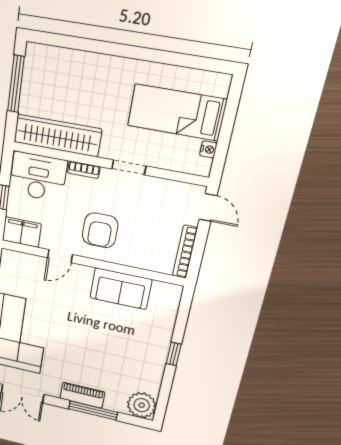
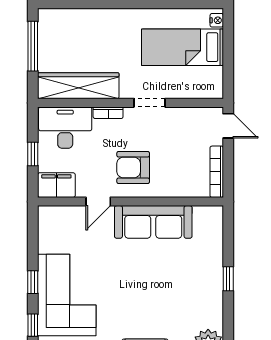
nightstand: (208, 149) -> (217, 20), moved
armchair: (100, 230) -> (133, 167), turned 90
sofa: (121, 289) -> (153, 222), width x1.36

